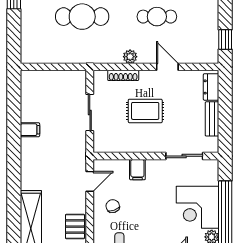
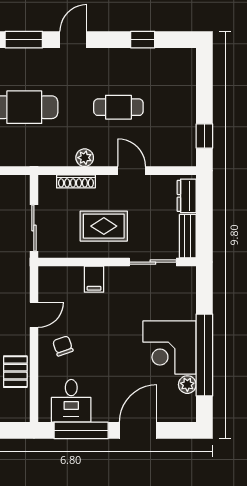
wall: (156, 156) -> (117, 262), moved
sliding door: (184, 156) -> (153, 262), moved
filing cabinet: (137, 170) -> (94, 279), moved

